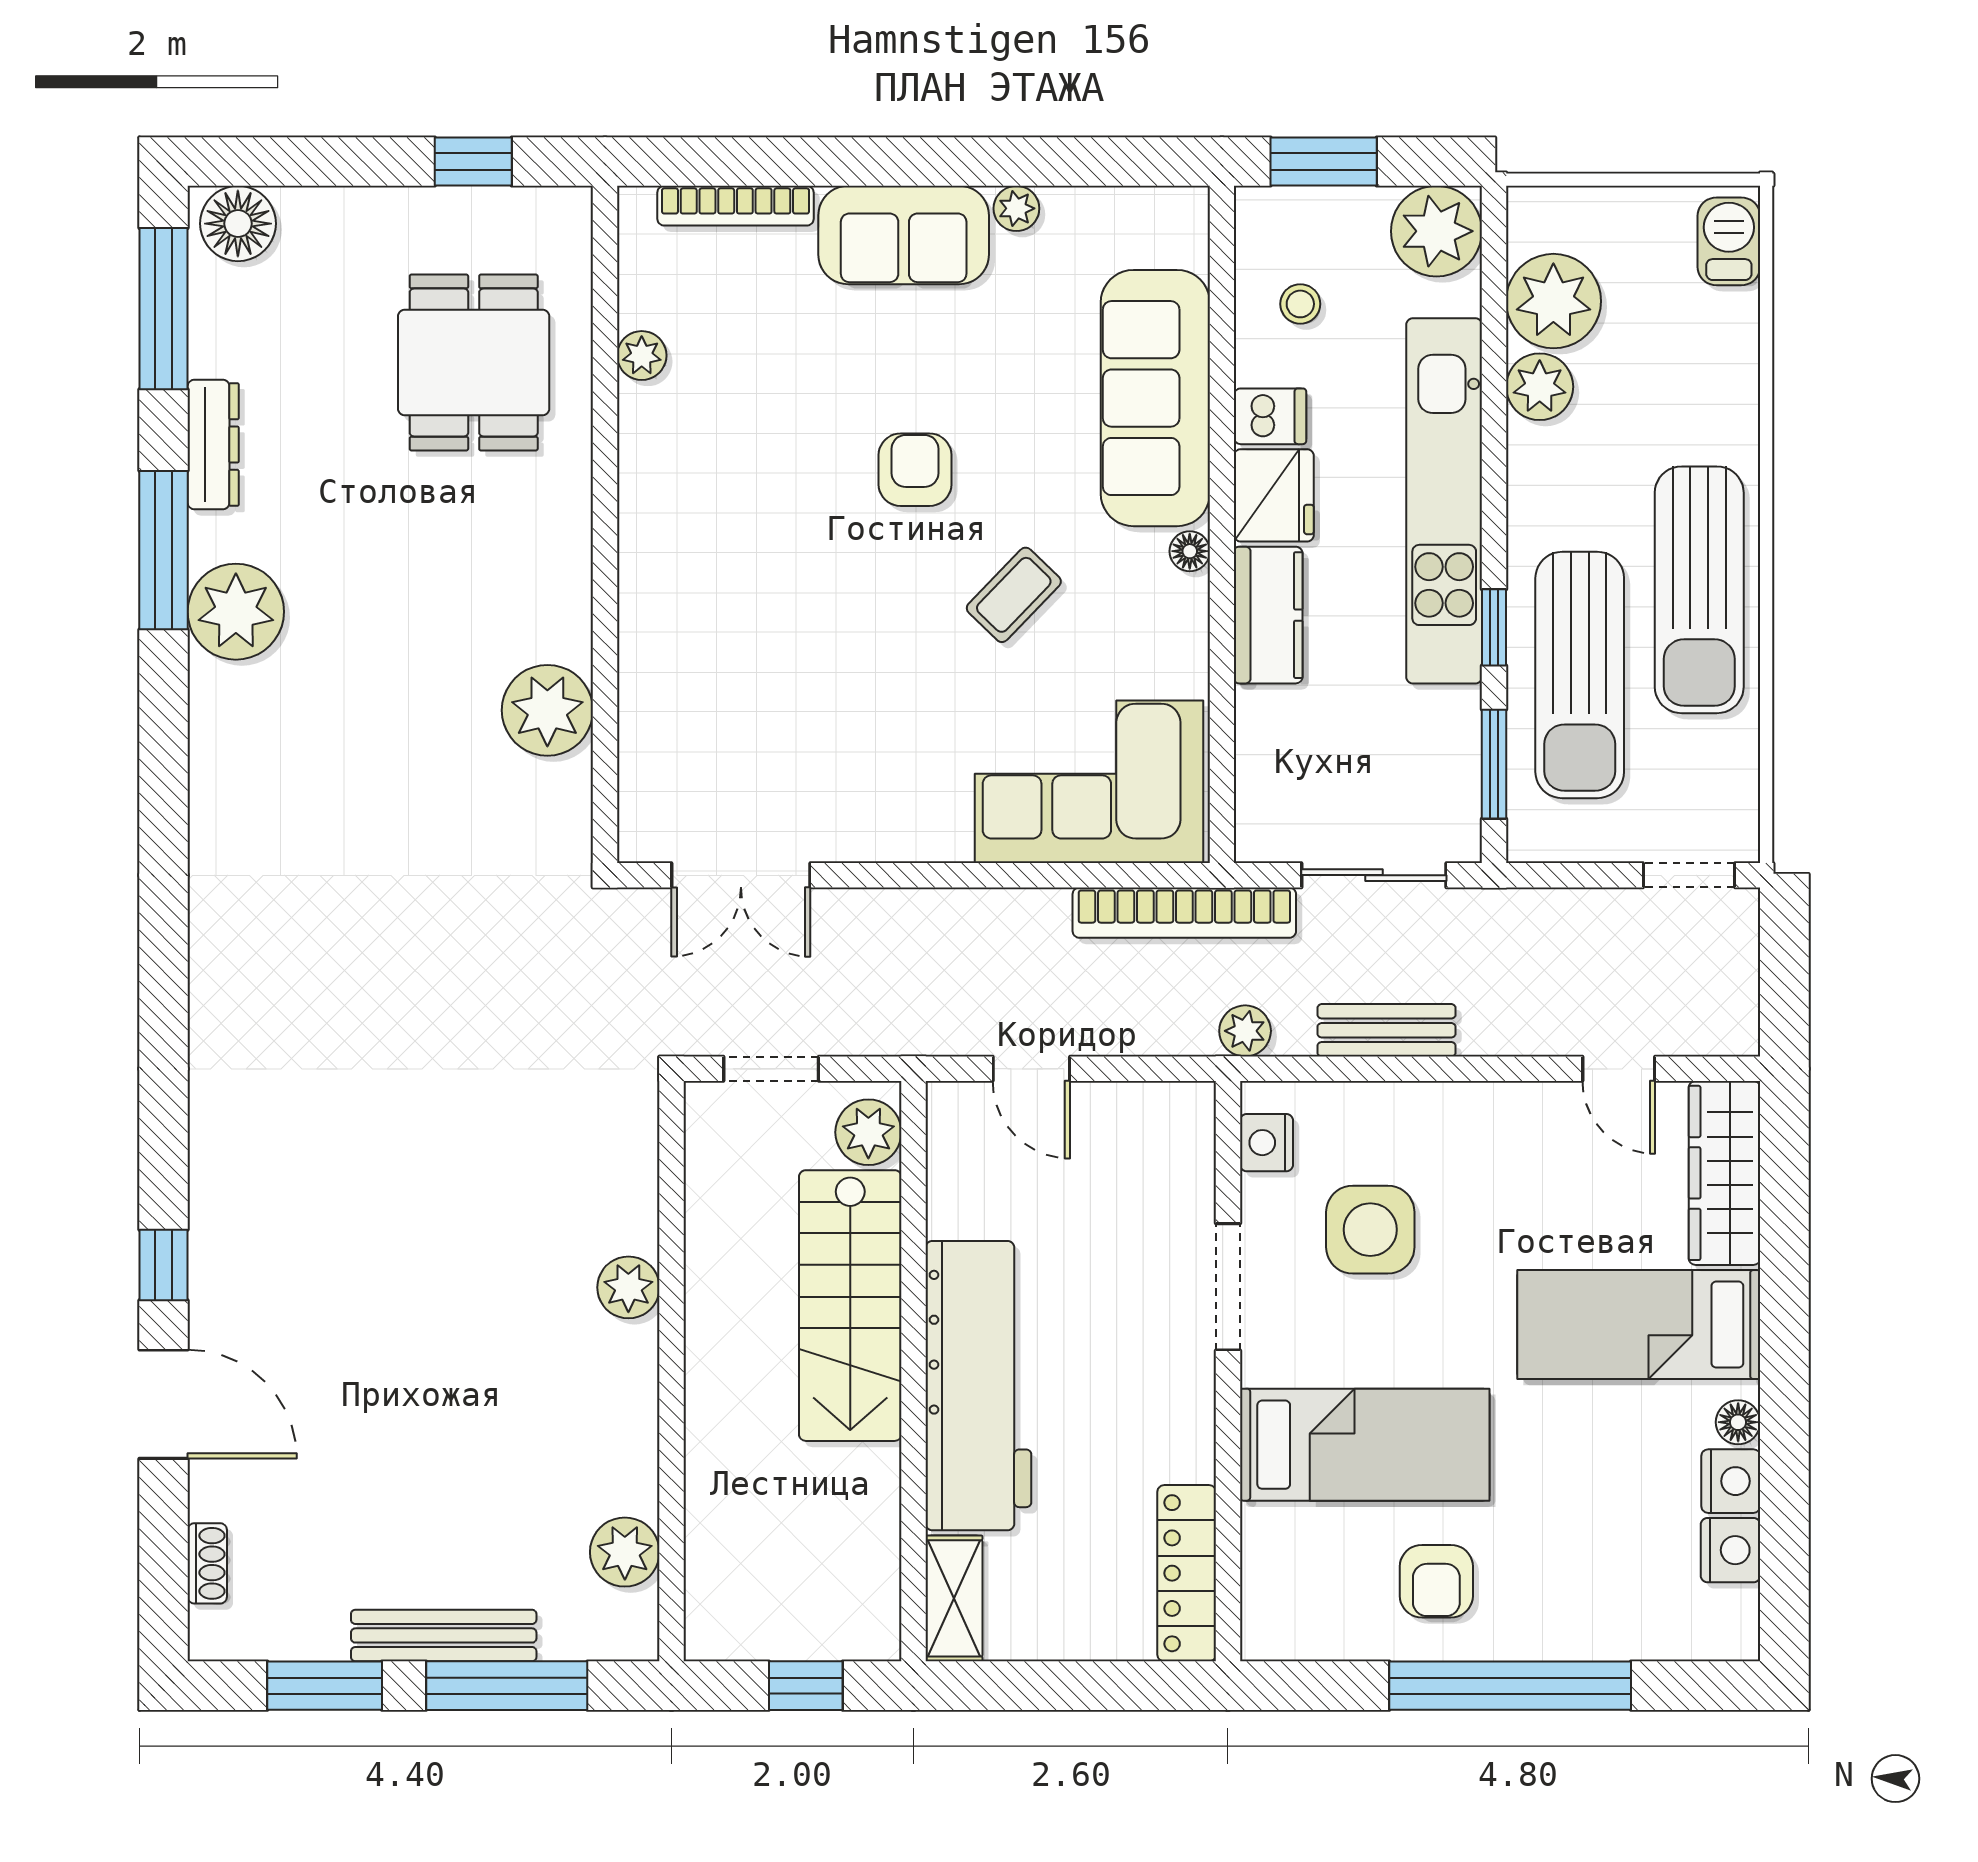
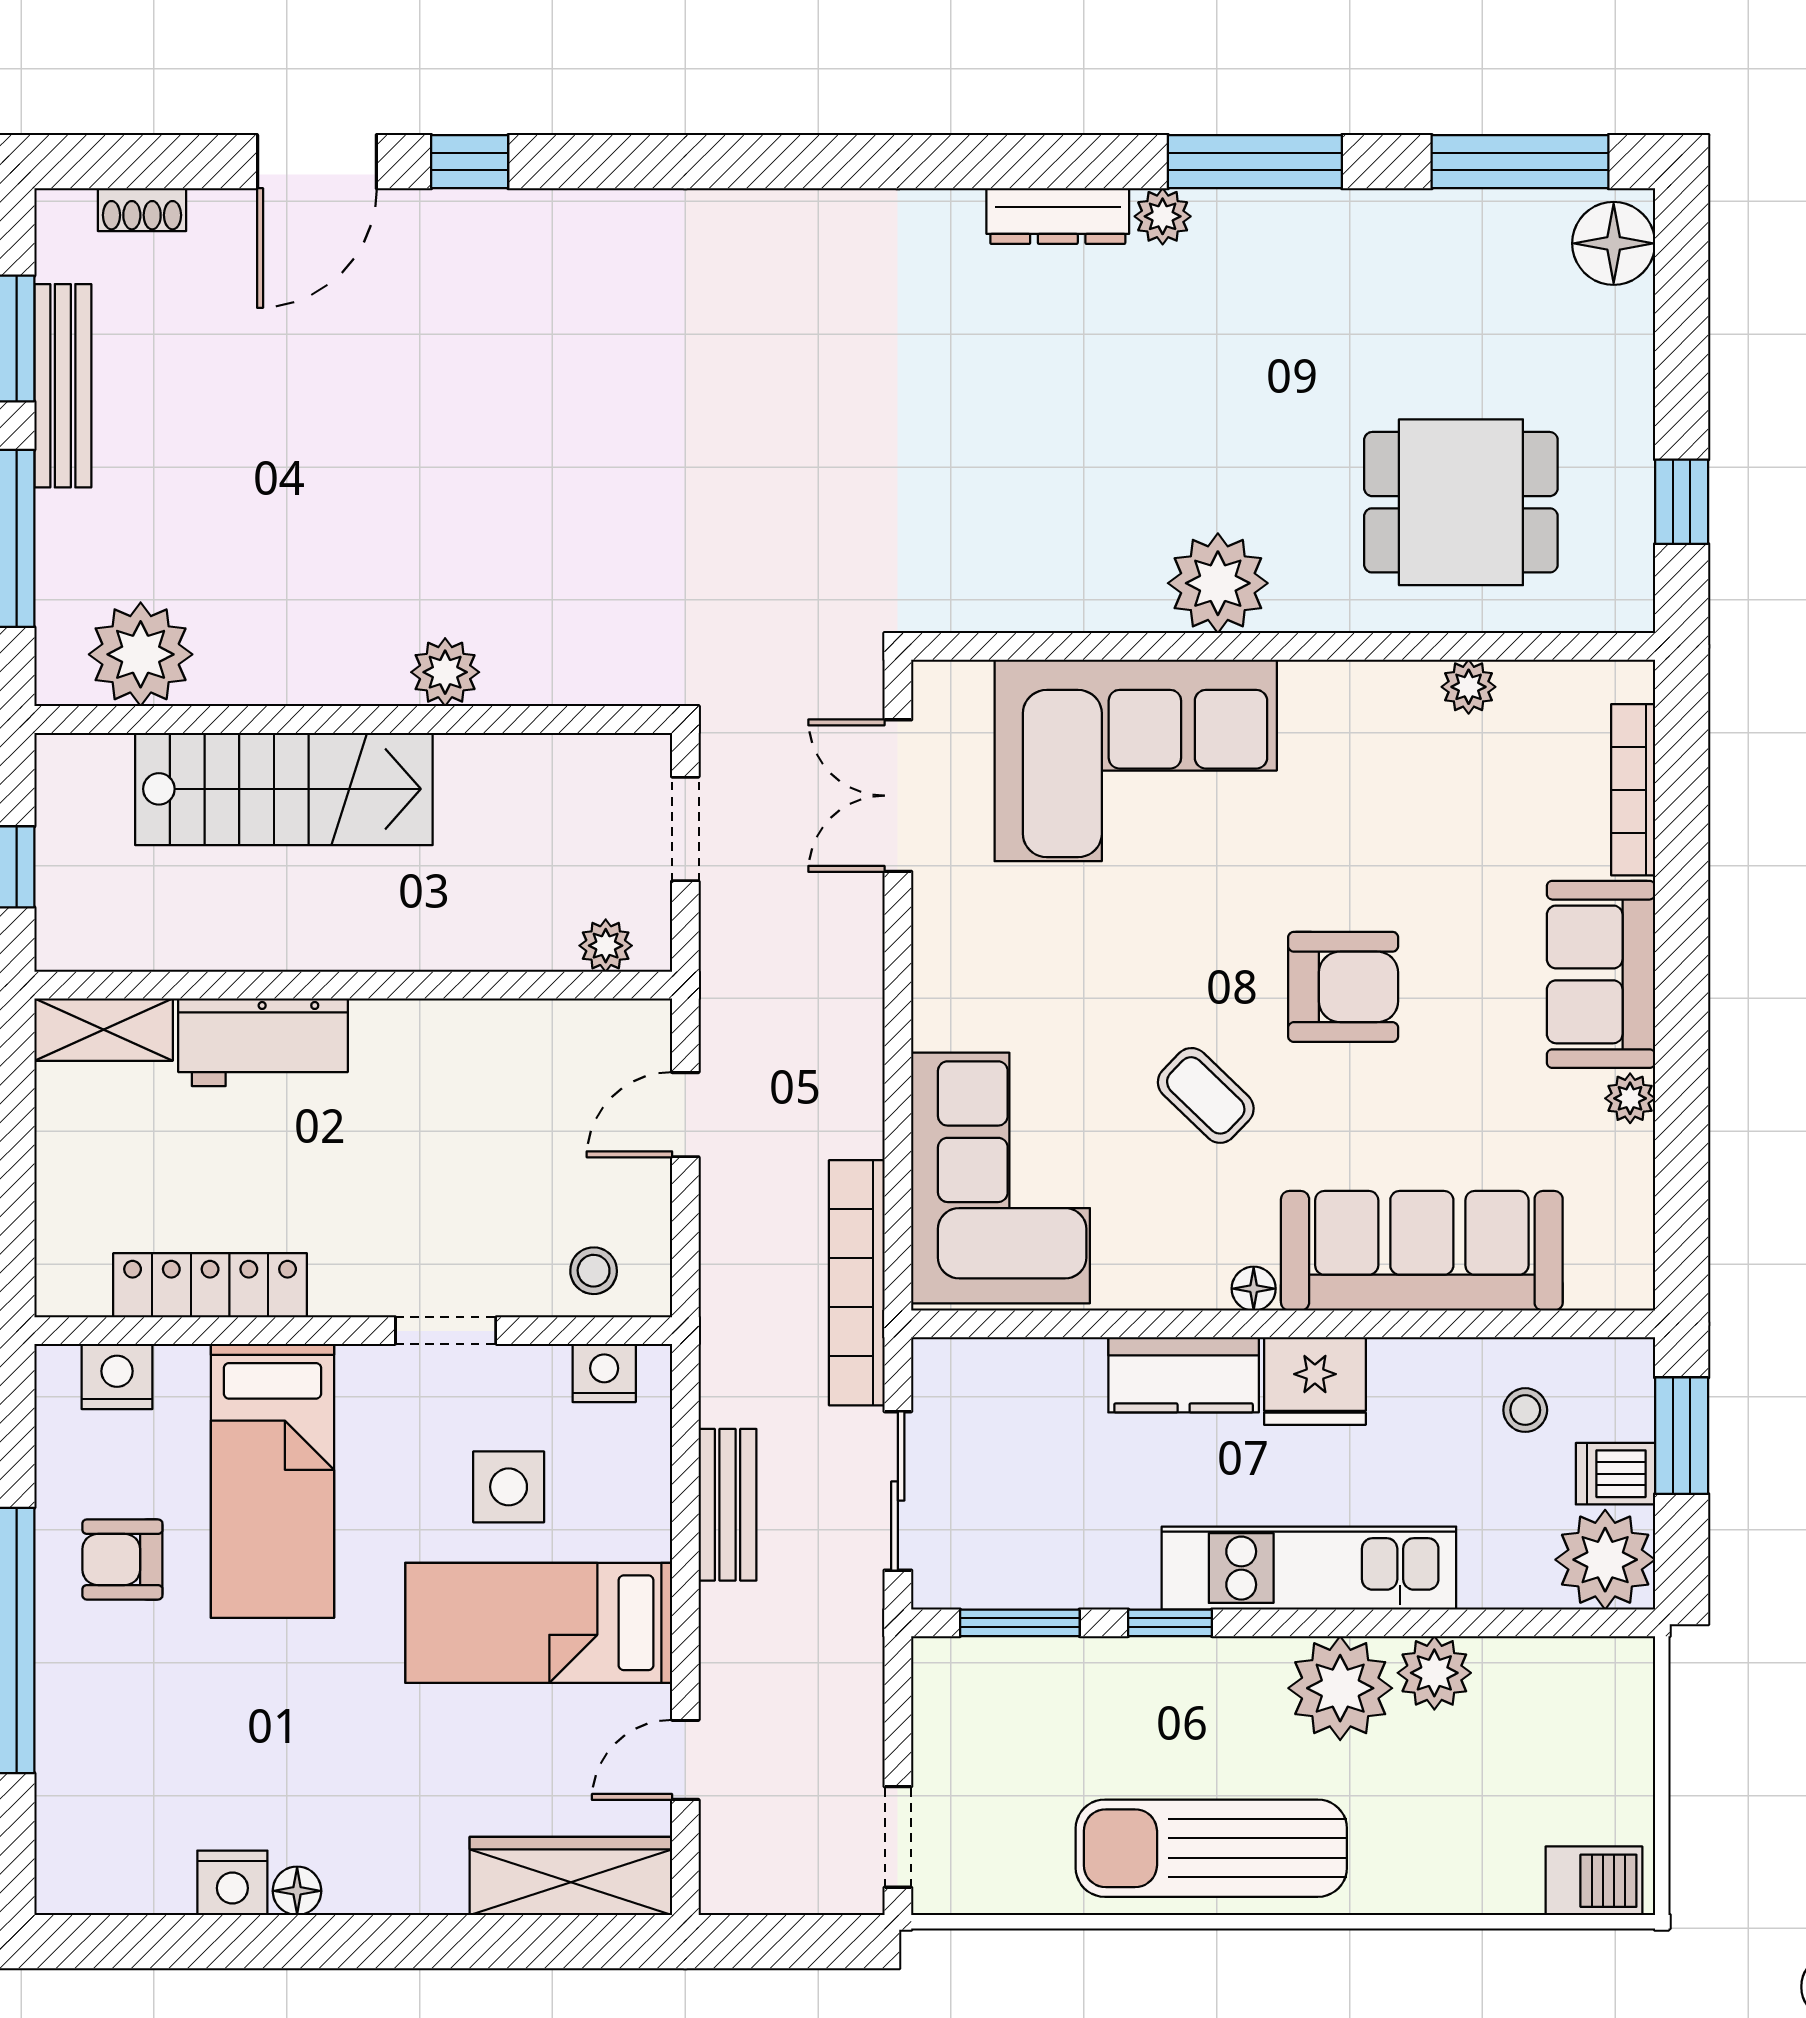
plant: (1553, 301) -> (1340, 1688), moved
dishwasher: (1270, 416) -> (1615, 1474), moved, turned 90
dresser: (213, 445) -> (1058, 216), moved
armchair: (915, 470) -> (1343, 987), width x1.38, depth x1.38
kitchen unit: (1444, 501) -> (1309, 1568), width x0.73
plant: (236, 612) -> (1163, 216), width x0.53, depth x0.53
corner sofa: (709, 659) -> (1136, 760), added
sun lounger: (1580, 675) -> (1118, 1717), removed
plant: (547, 710) -> (1218, 583), moved
plant: (1245, 1031) -> (727, 1349), removed
plant: (868, 1132) -> (606, 946), width x0.73, depth x0.73
stool: (1173, 1152) -> (594, 1271), added
side table: (1370, 1230) -> (509, 1487), width x0.73, depth x0.73
doorway: (1228, 1287) -> (446, 1331), width x0.73
stairs: (850, 1306) -> (284, 789), moved, turned 180
bed: (1639, 1325) -> (539, 1623), moved, turned -90
workbench: (978, 1386) -> (263, 1042), width x0.53, depth x0.76
nightstand: (1730, 1550) -> (117, 1376), moved, turned 180
plant: (625, 1552) -> (141, 654), width x1.36, depth x1.36
locker: (1187, 1573) -> (210, 1285), moved
bench: (444, 1635) -> (63, 386), moved

